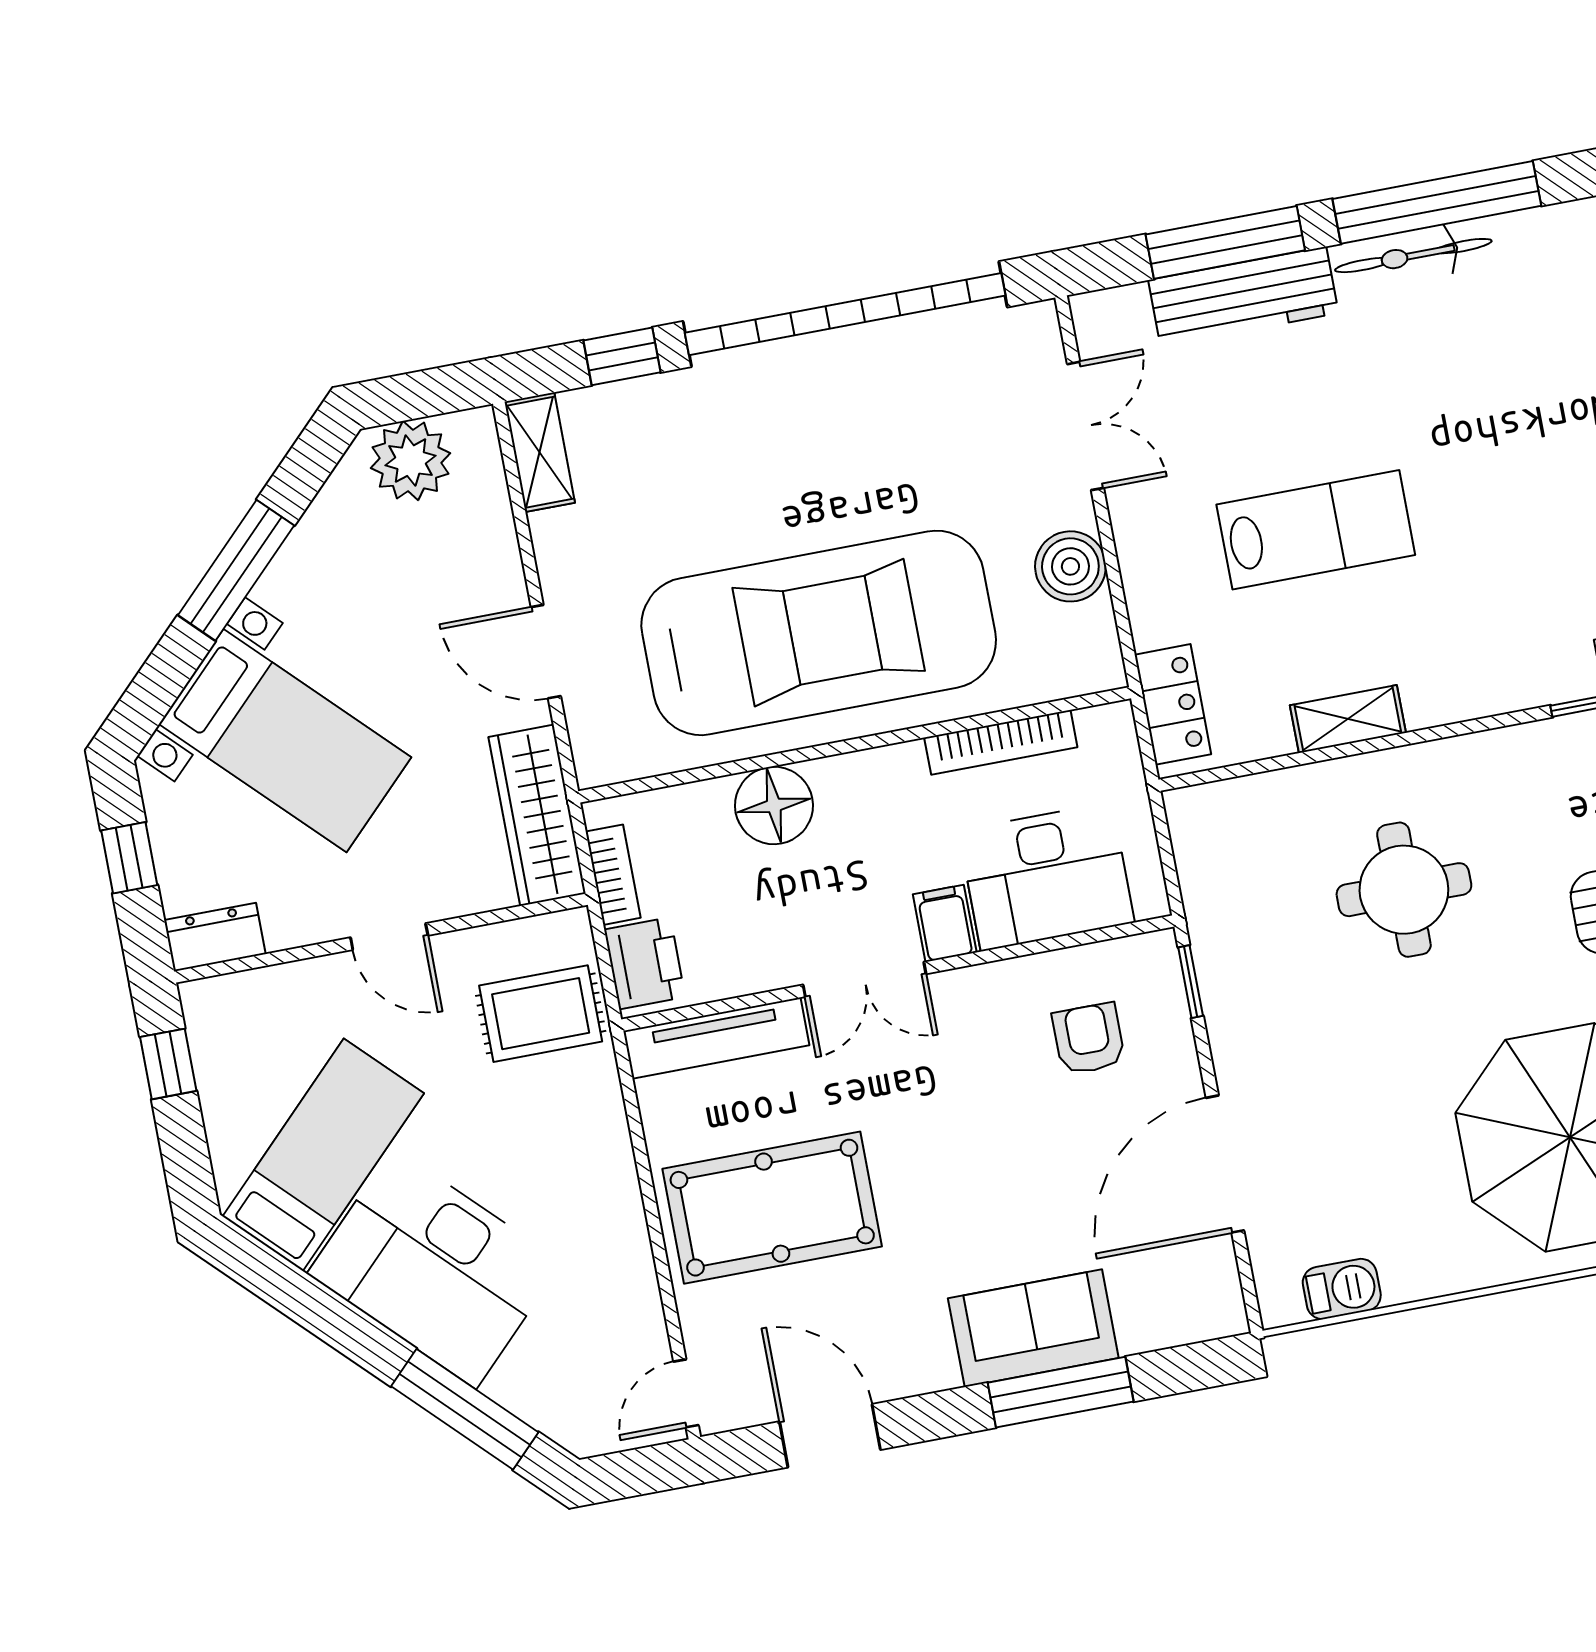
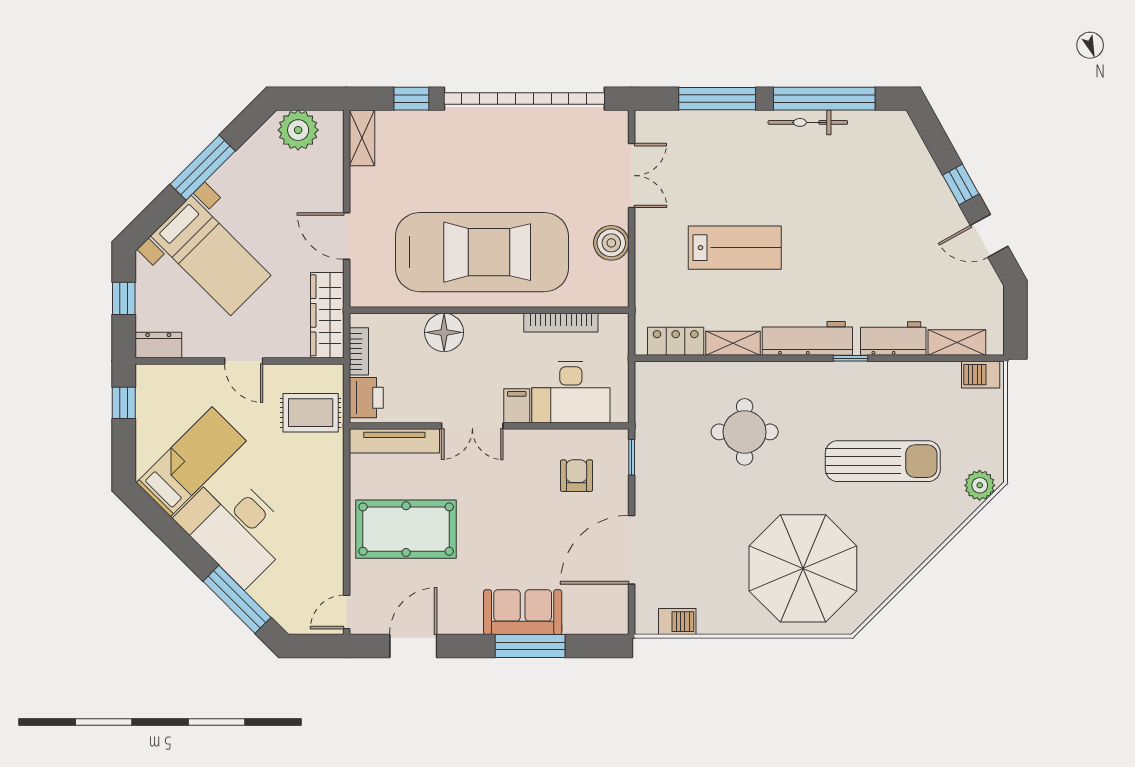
workbench: (1243, 297) -> (807, 338), moved, turned 180
locker: (1173, 704) -> (676, 341), moved, turned -90
door: (830, 1436) -> (413, 646), hinge flipped

